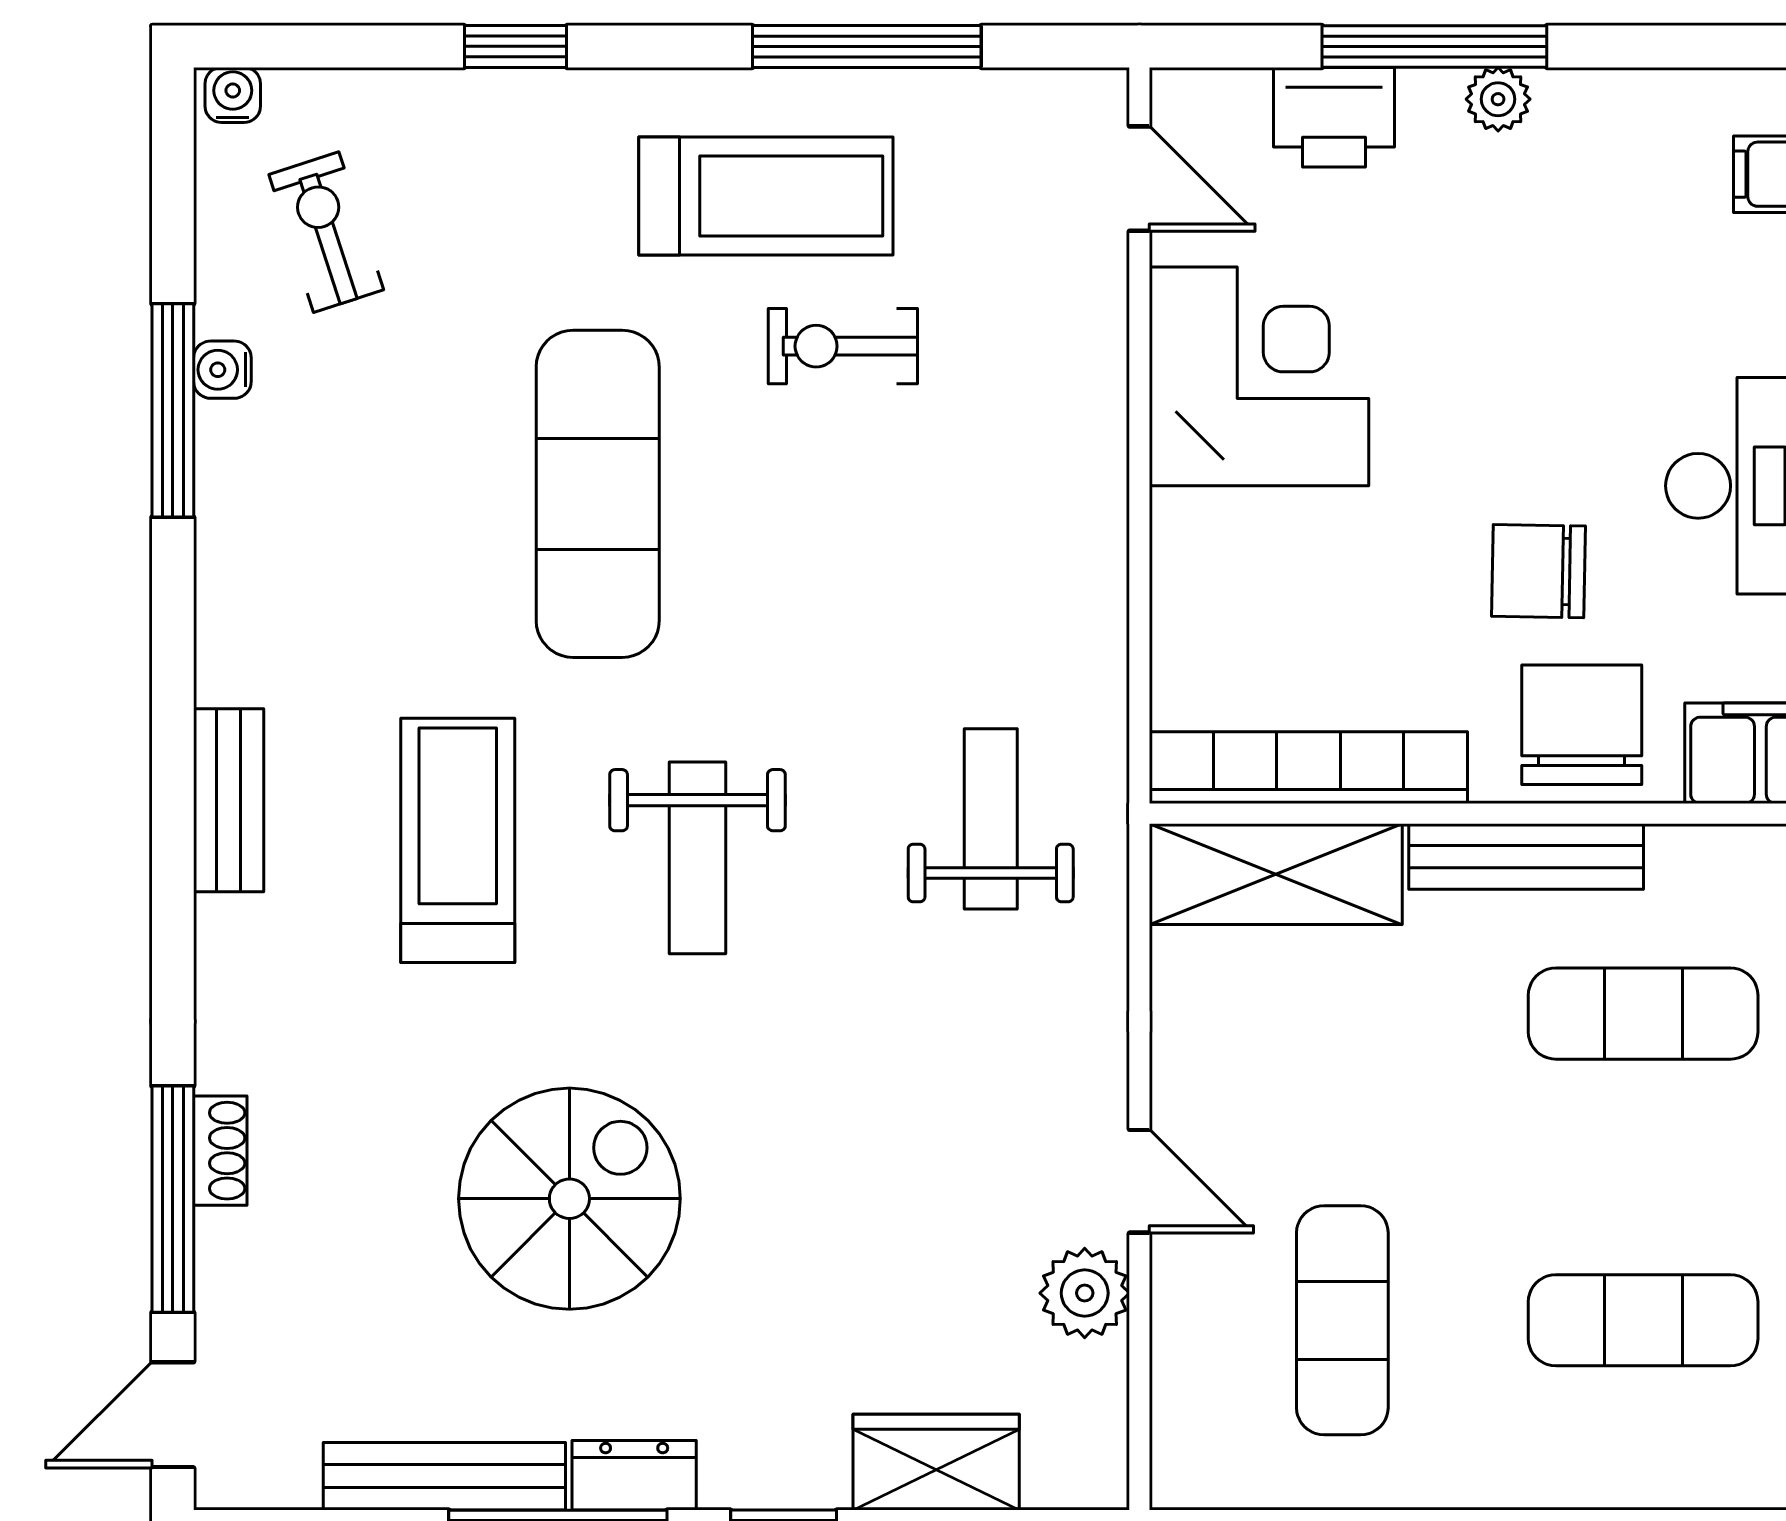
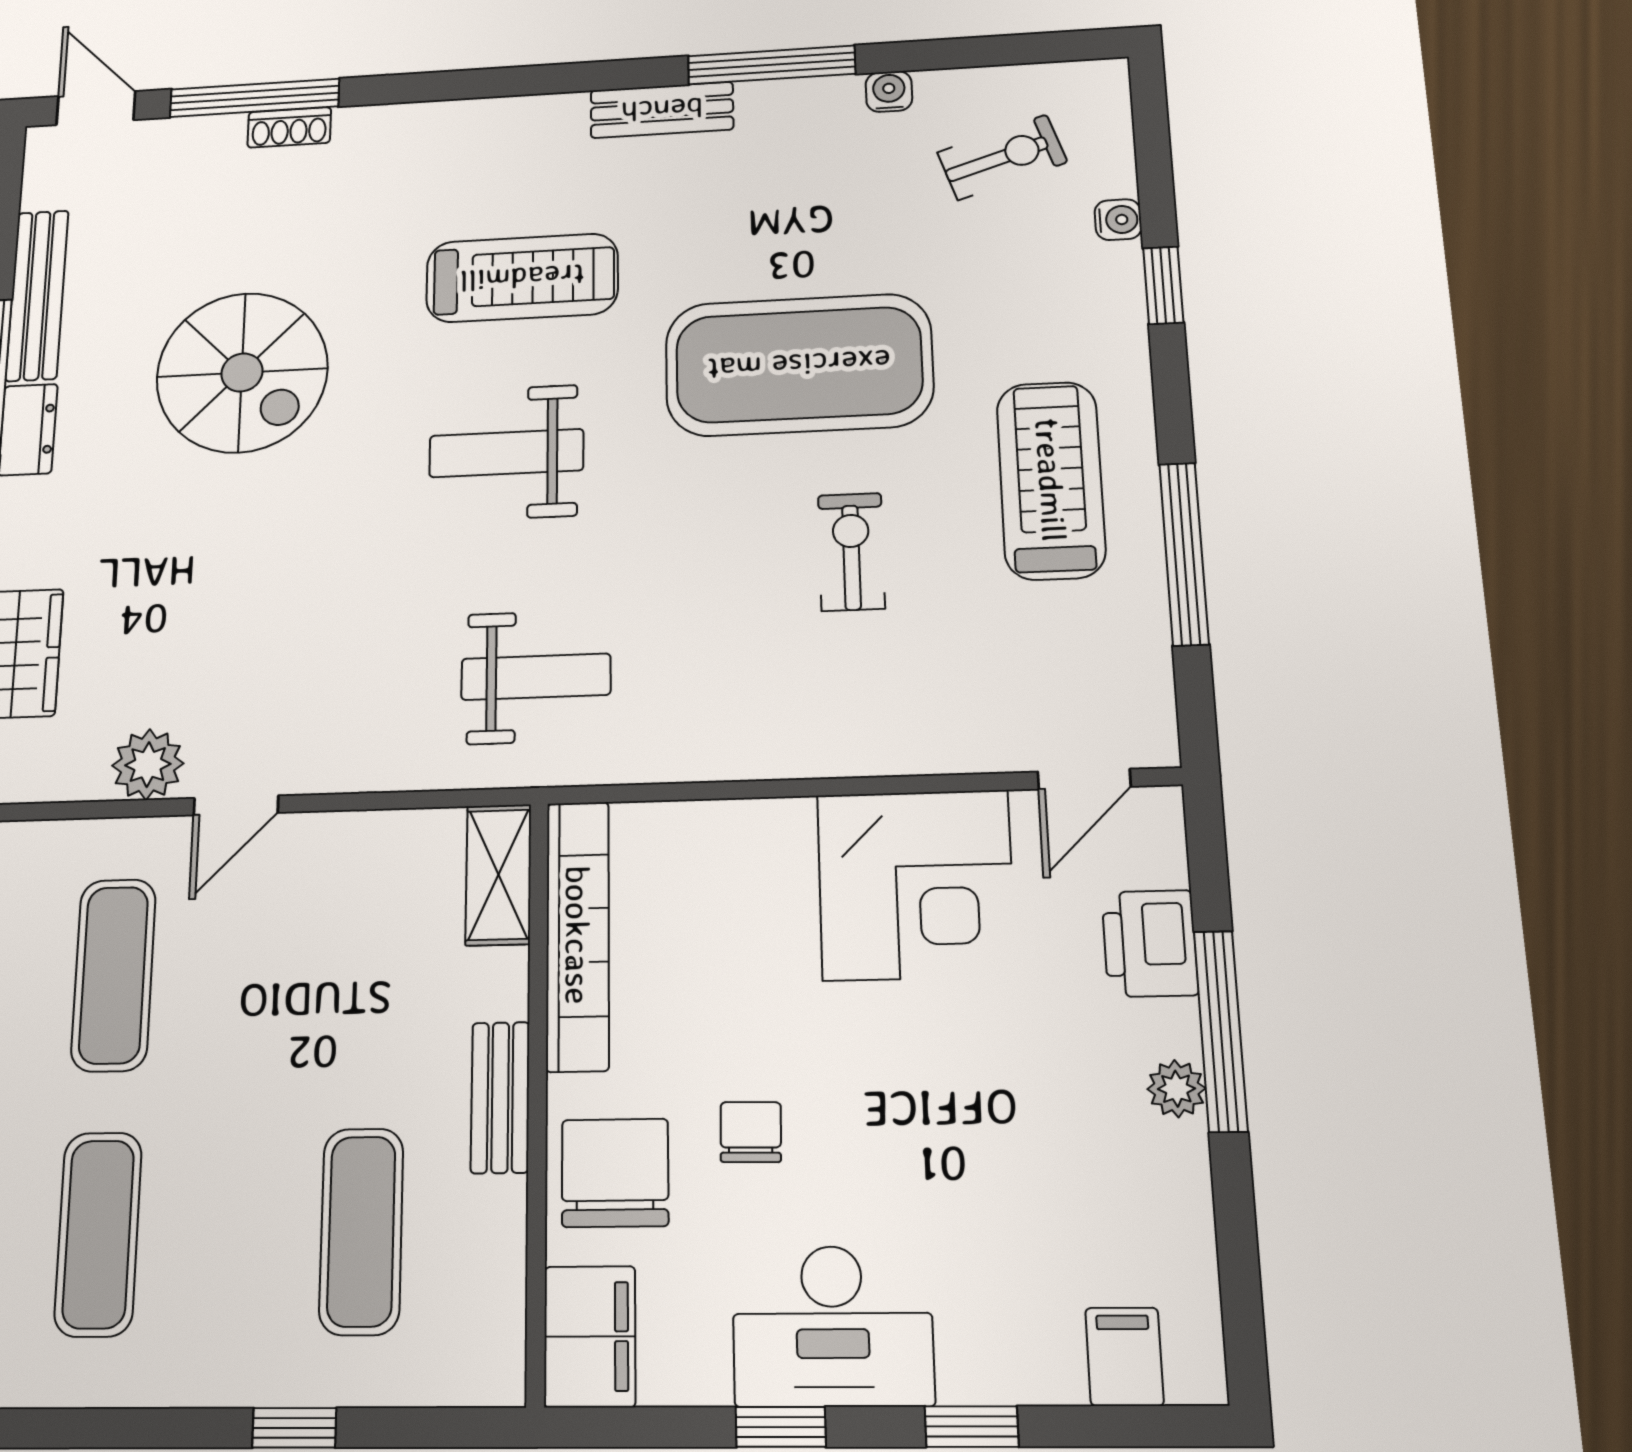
water cooler: (233, 95) -> (1118, 220), moved
treadmill: (766, 196) -> (1051, 480), turned 180
exercise bike: (843, 346) -> (851, 552), moved
window: (173, 410) -> (772, 65), moved
exercise mat: (598, 494) -> (799, 365), width x1.47
chair: (1539, 571) -> (751, 1132), width x0.73, depth x0.73
chair: (1582, 725) -> (615, 1173), turned -90
bench: (229, 800) -> (662, 110), moved
bench: (1526, 856) -> (500, 1097), width x0.73
shelving: (1276, 874) -> (498, 875), width x0.67, depth x0.75
exercise mat: (1342, 1320) -> (114, 975), turned 90

